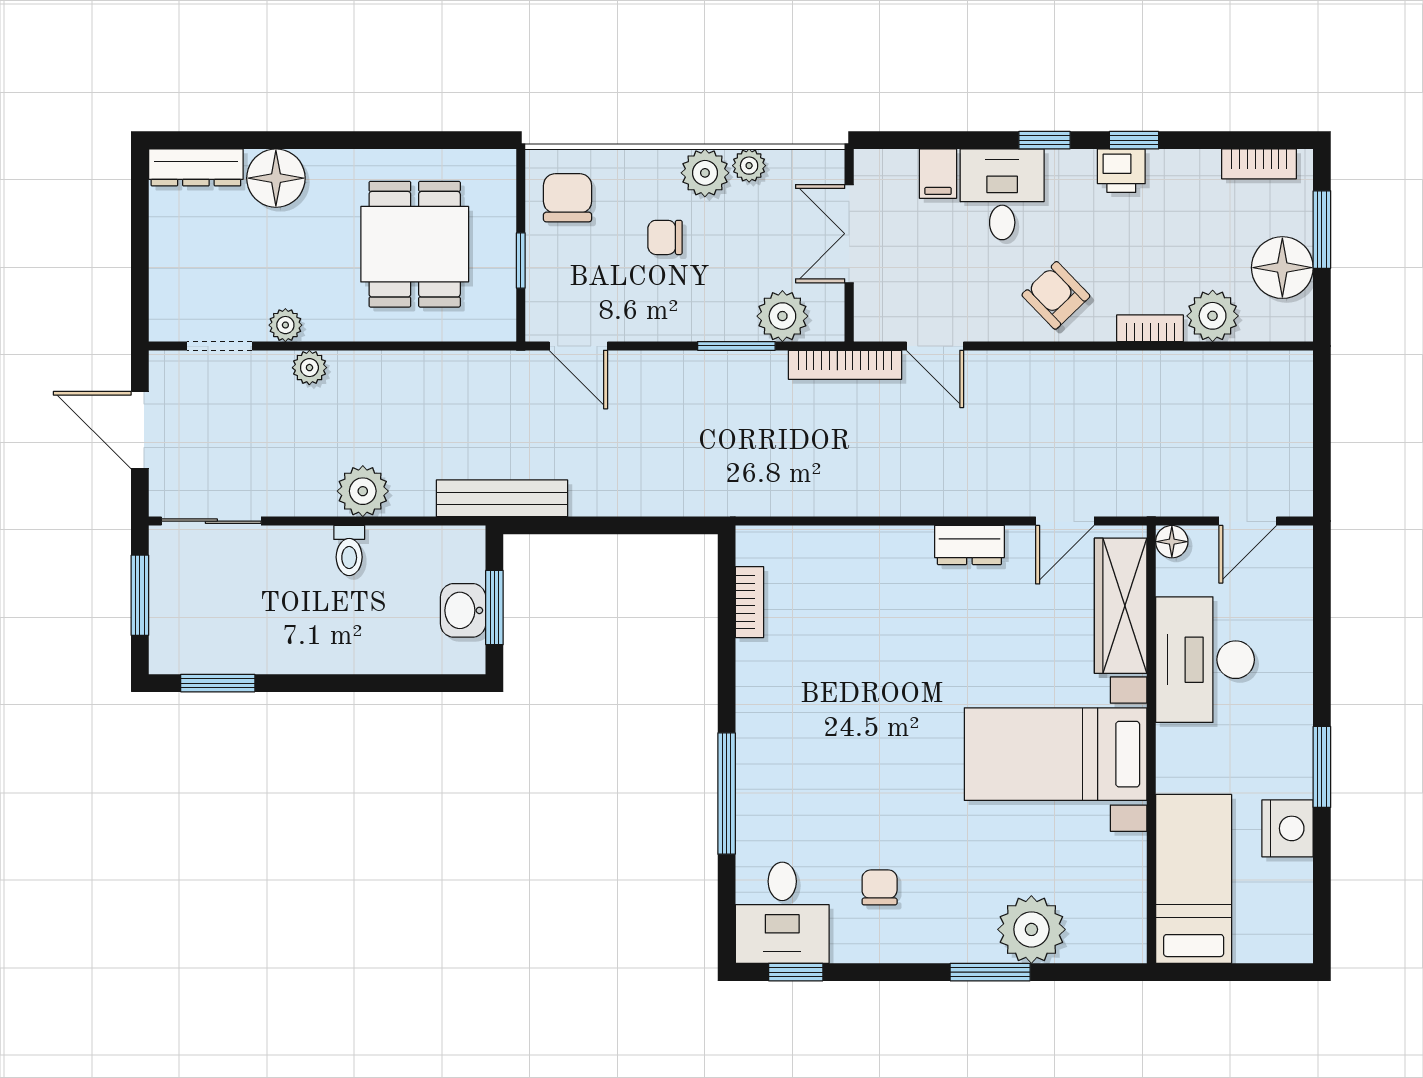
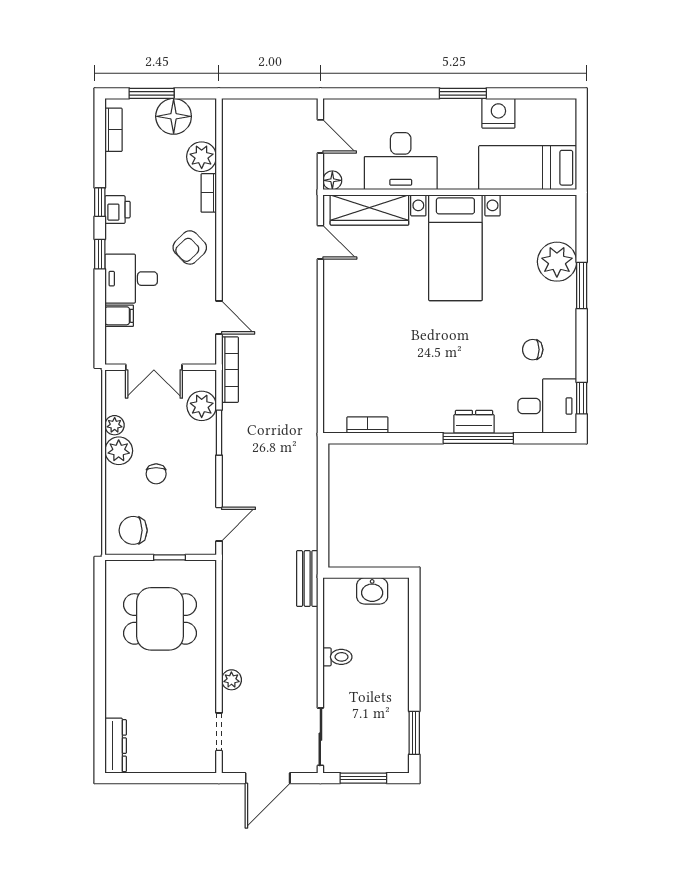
floor lamp: (276, 178) -> (122, 699), removed
plant: (285, 325) -> (207, 694), removed
door: (935, 346) -> (219, 317), hinge flipped
plant: (363, 491) -> (303, 649), removed
bench: (502, 498) -> (307, 578), width x0.73
dresser: (969, 545) -> (474, 422), moved, turned -90
window: (494, 608) -> (371, 573), removed

